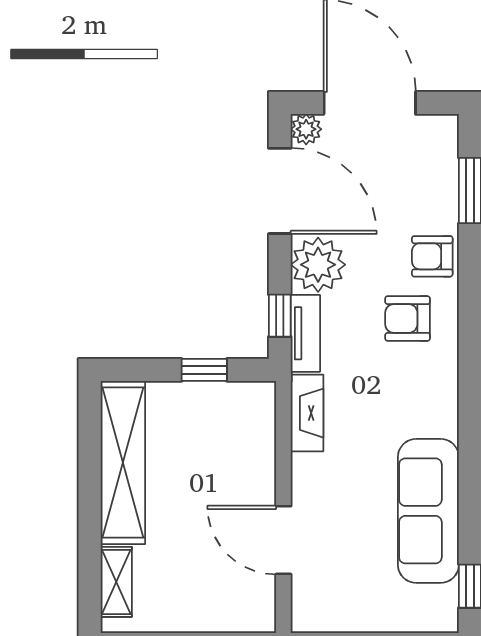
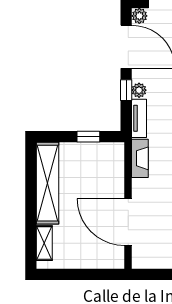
plant: (318, 265) -> (139, 90), width x0.53, depth x0.53
window: (280, 316) -> (126, 90), moved
door: (283, 540) -> (128, 222), width x1.36

